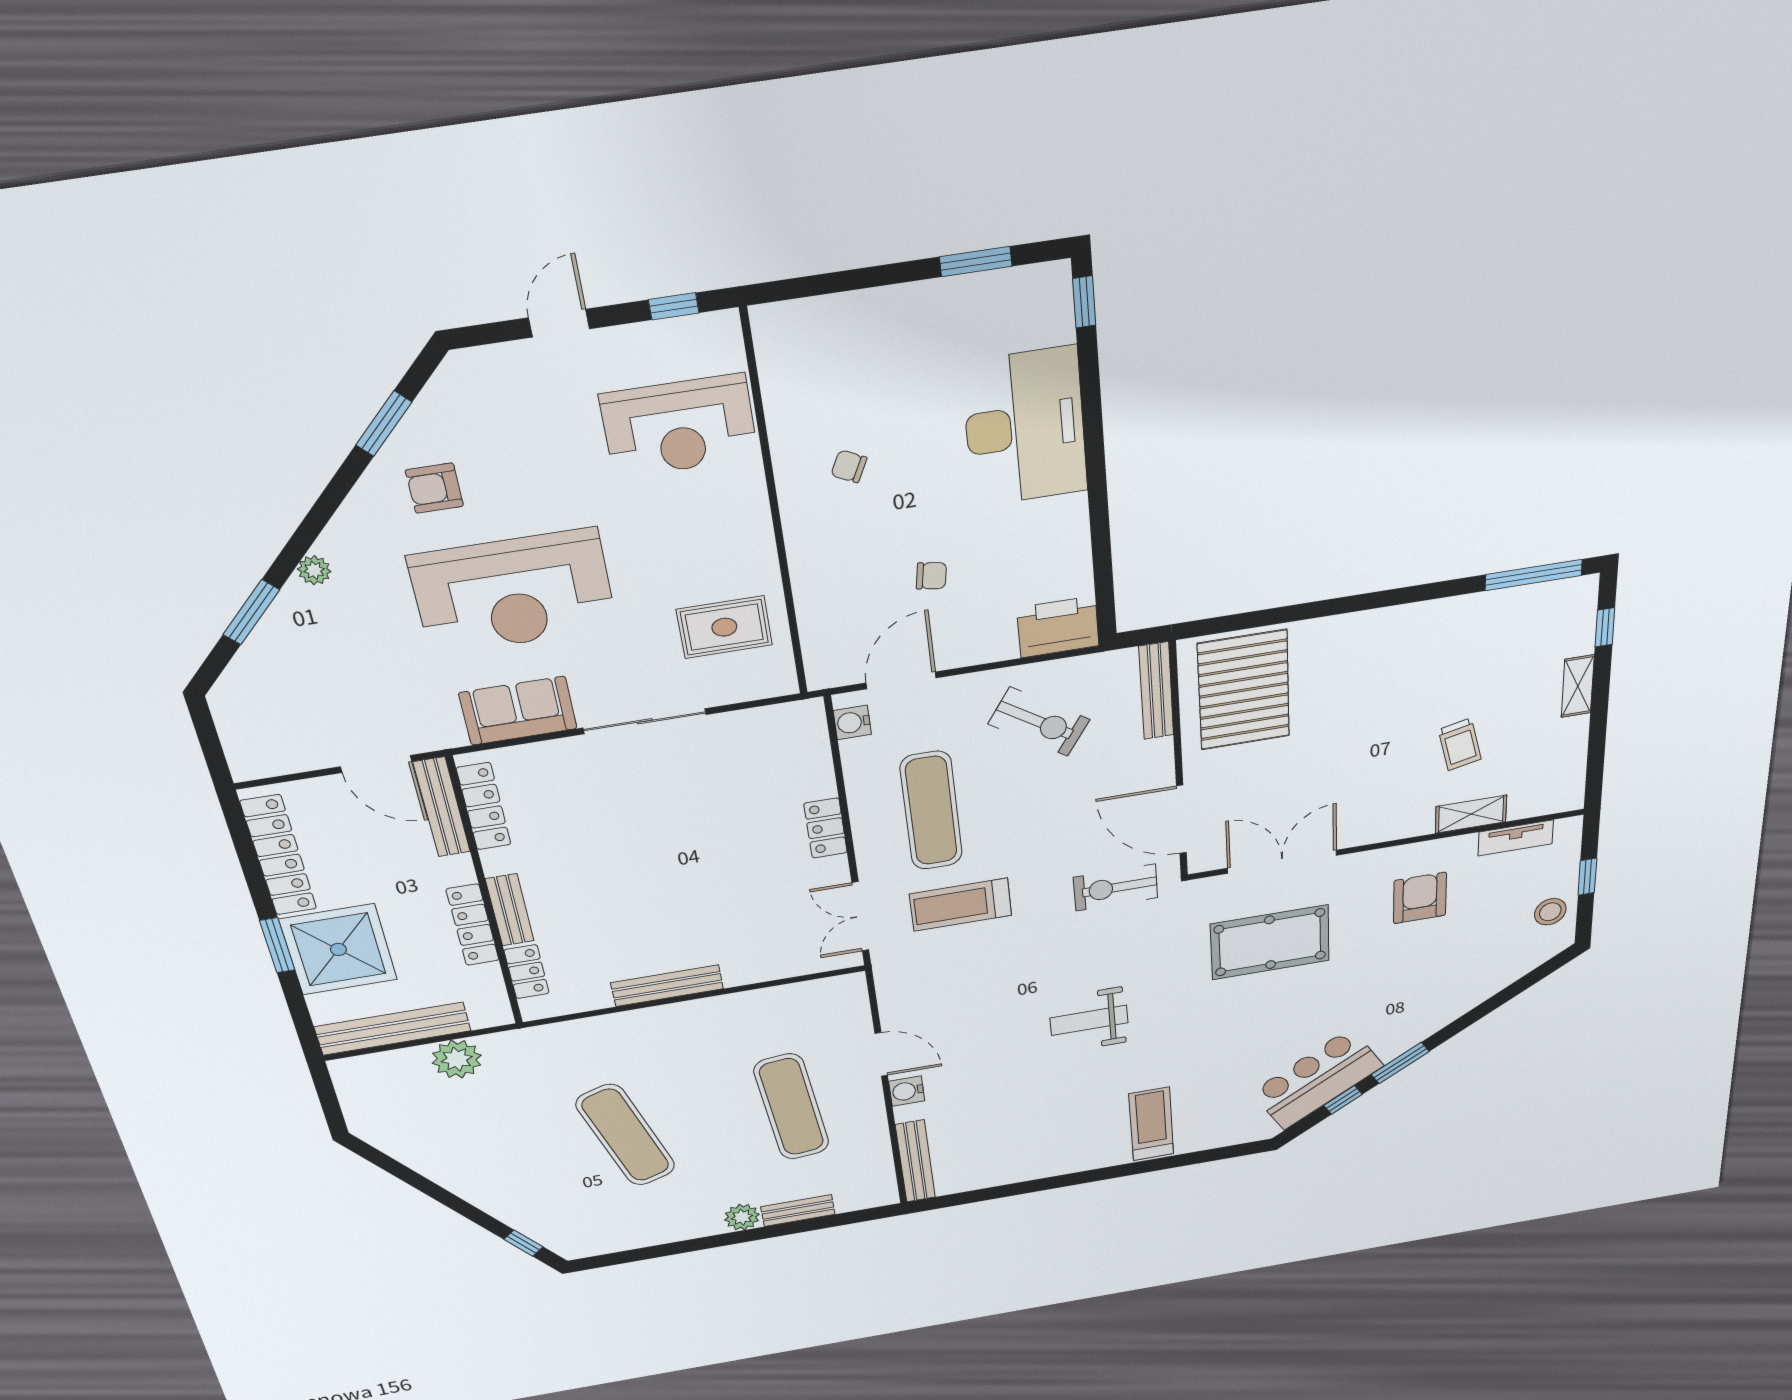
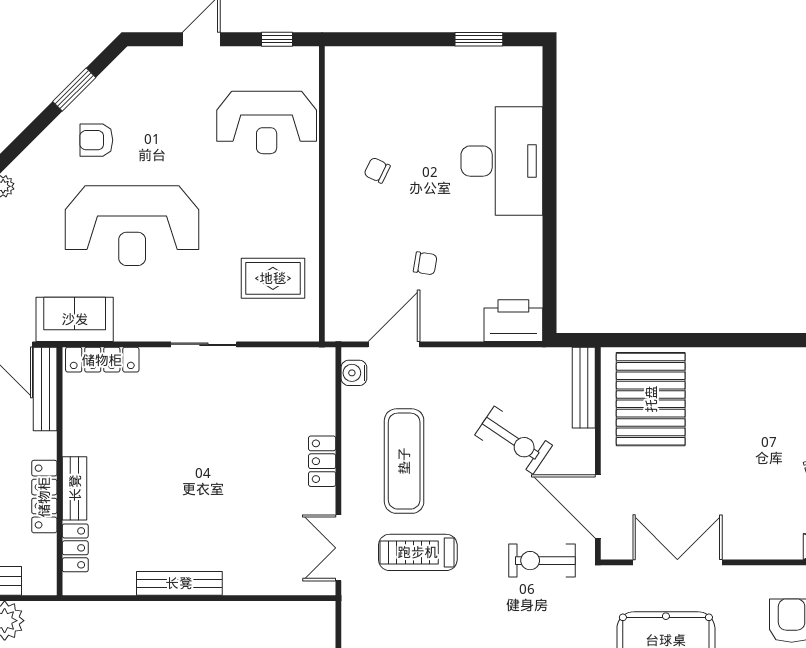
window: (1084, 302) -> (550, 78), removed
sofa: (518, 711) -> (75, 319), moved
sliding door: (645, 721) -> (204, 344), width x0.73
exercise bike: (1039, 722) -> (514, 440), moved
locker: (484, 806) -> (102, 360), moved, turned 90

